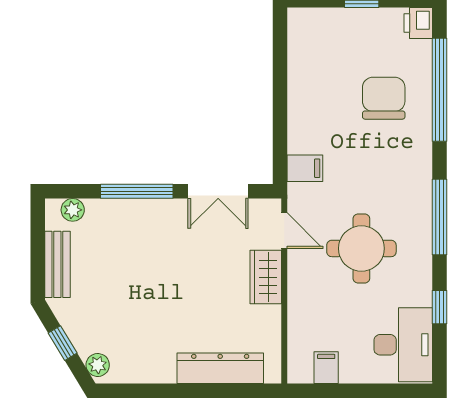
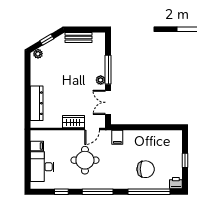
plant: (73, 210) -> (101, 80), moved
desk: (403, 345) -> (42, 167), moved, turned 90

